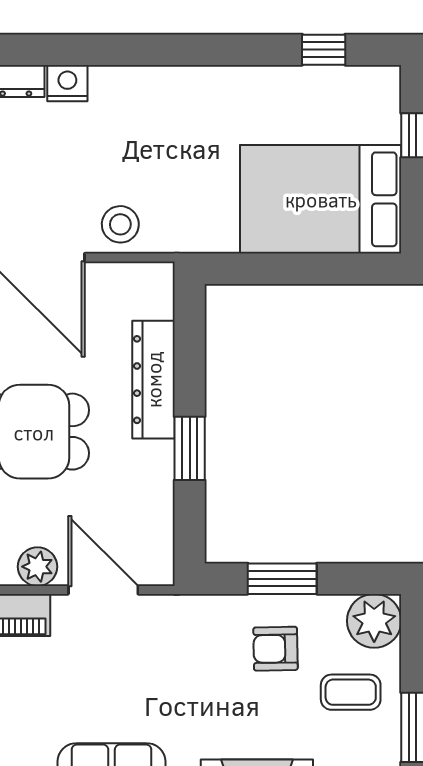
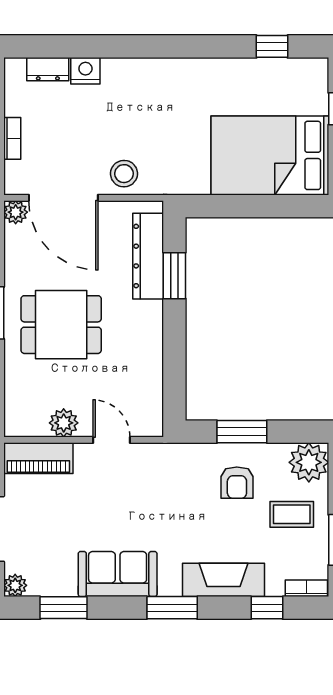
dresser: (153, 380) -> (148, 256), moved
window: (190, 448) -> (174, 276), moved
door: (103, 590) -> (112, 440), width x0.73
armchair: (275, 649) -> (237, 483), turned -89

